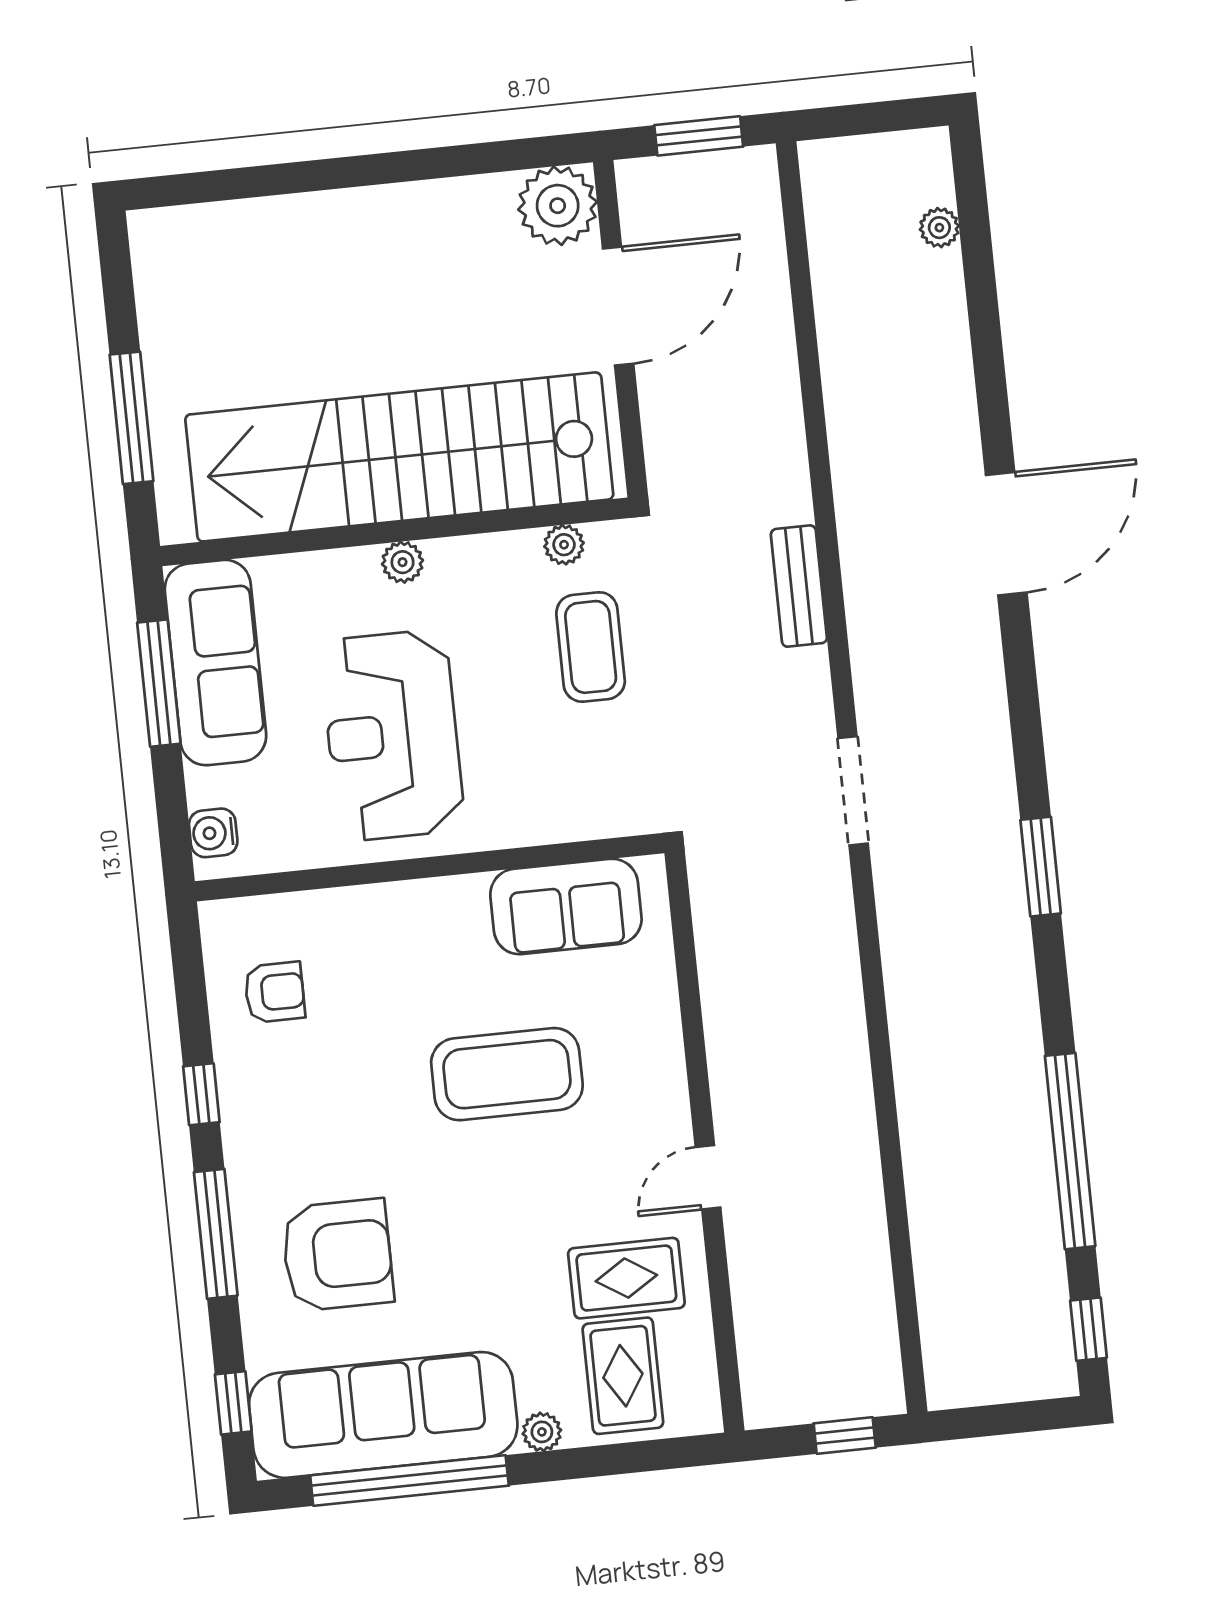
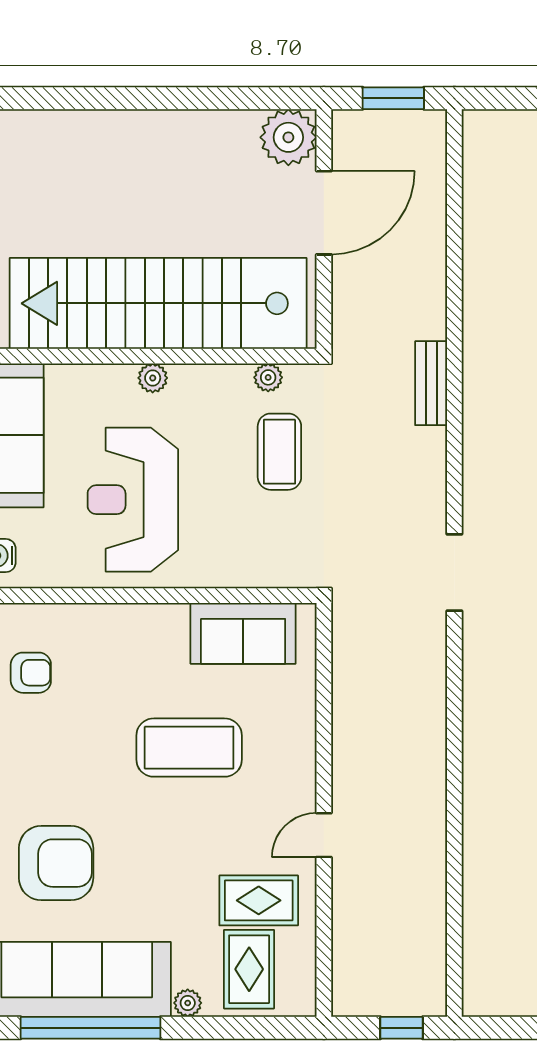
bench: (799, 586) -> (431, 383), moved

